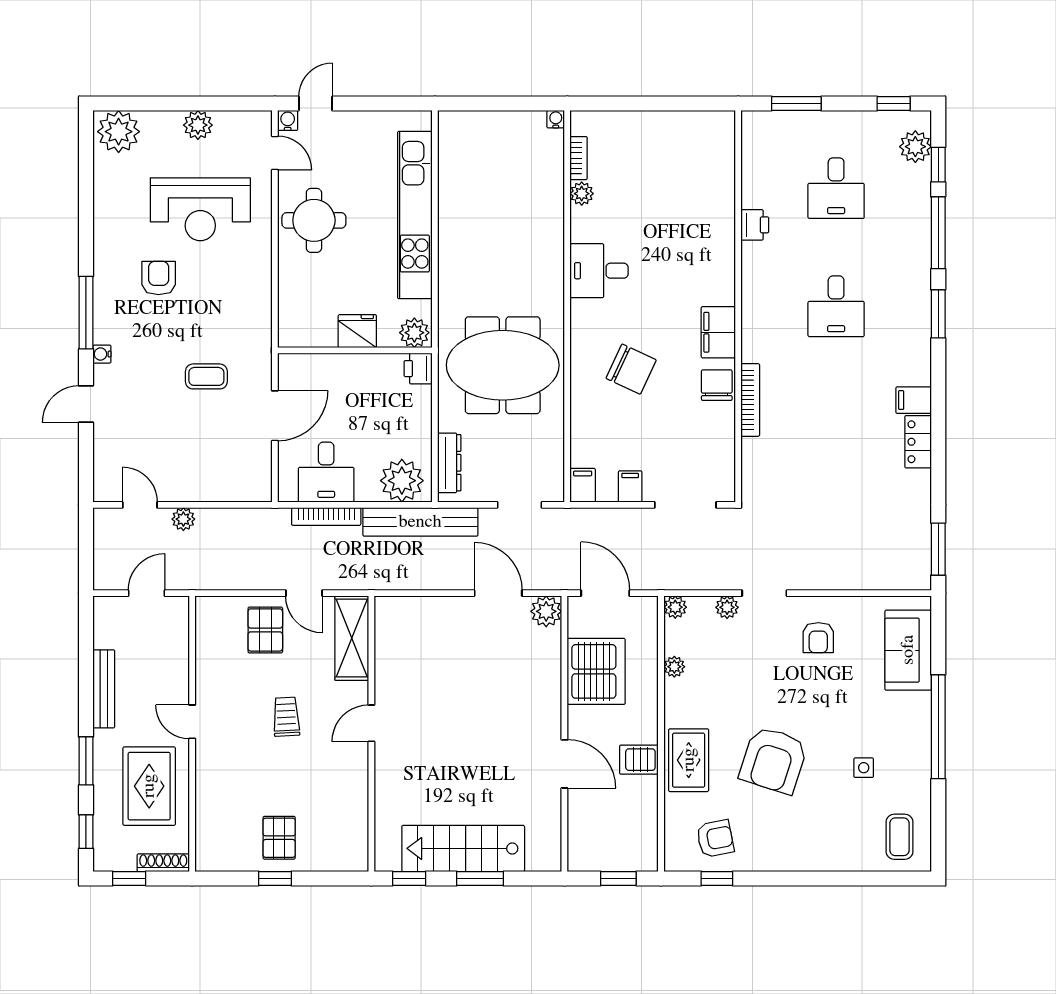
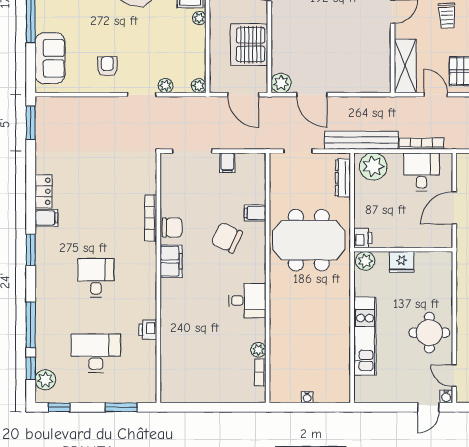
water cooler: (556, 119) -> (307, 397), moved
desk: (836, 188) -> (96, 353), width x1.37
kitchen unit: (415, 215) -> (365, 336), width x0.73
window: (938, 314) -> (31, 250), moved
chair: (717, 385) -> (172, 227), turned -90
filing cabinet: (583, 485) -> (255, 213), moved, turned 90
plant: (674, 667) -> (199, 18), moved

